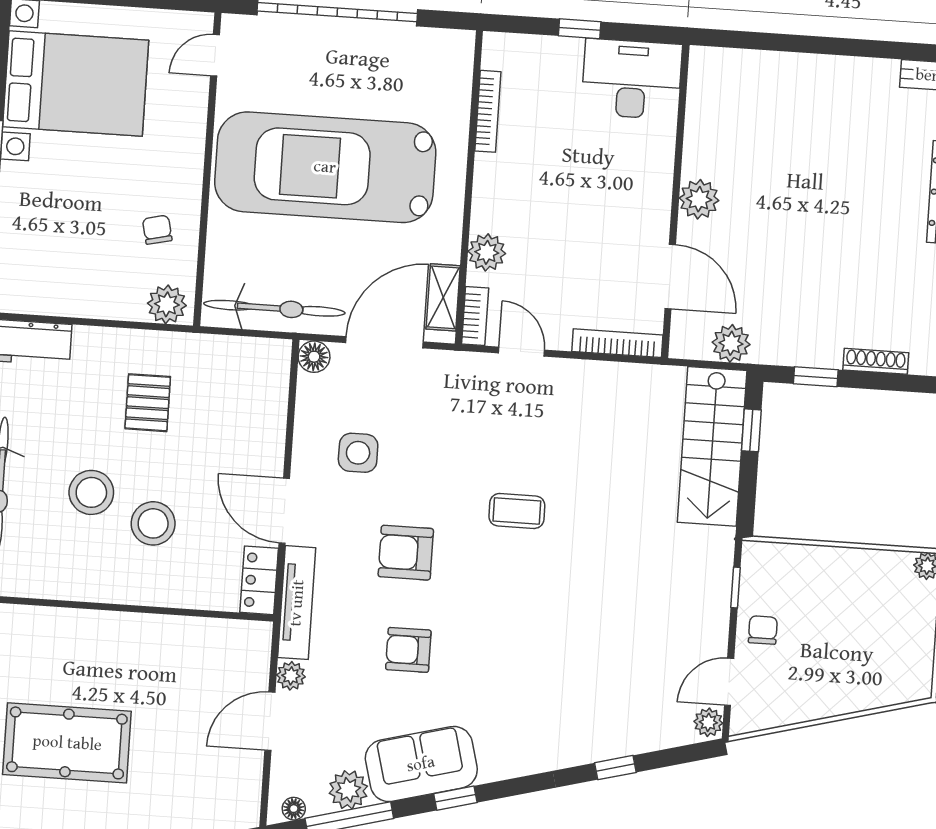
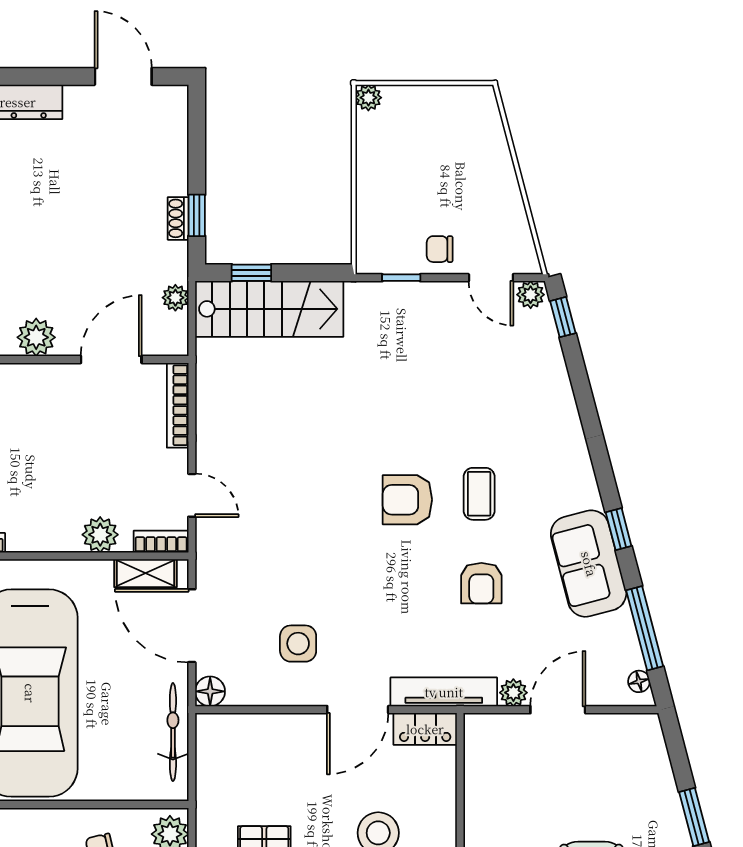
bicycle: (274, 308) -> (173, 732), width x0.73, depth x0.71
plant: (731, 343) -> (175, 298), width x0.73, depth x0.73
door: (522, 352) -> (192, 495), swing flipped
shoe rack: (876, 361) -> (178, 218), moved, width x0.70
coffee table: (517, 511) -> (479, 494), moved
armchair: (406, 553) -> (407, 500), moved, turned 90
door: (270, 721) -> (558, 710), swing flipped
window: (615, 768) -> (563, 317), moved
plant: (348, 790) -> (618, 631), removed

